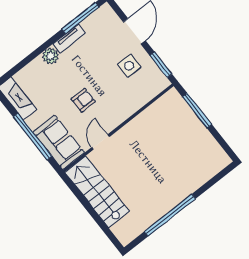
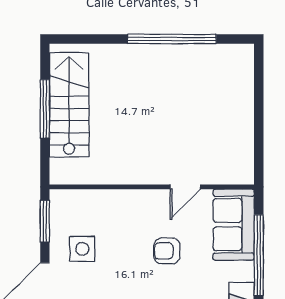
window: (197, 111) -> (45, 109), moved
stairs: (97, 192) -> (69, 105), moved, turned 180

